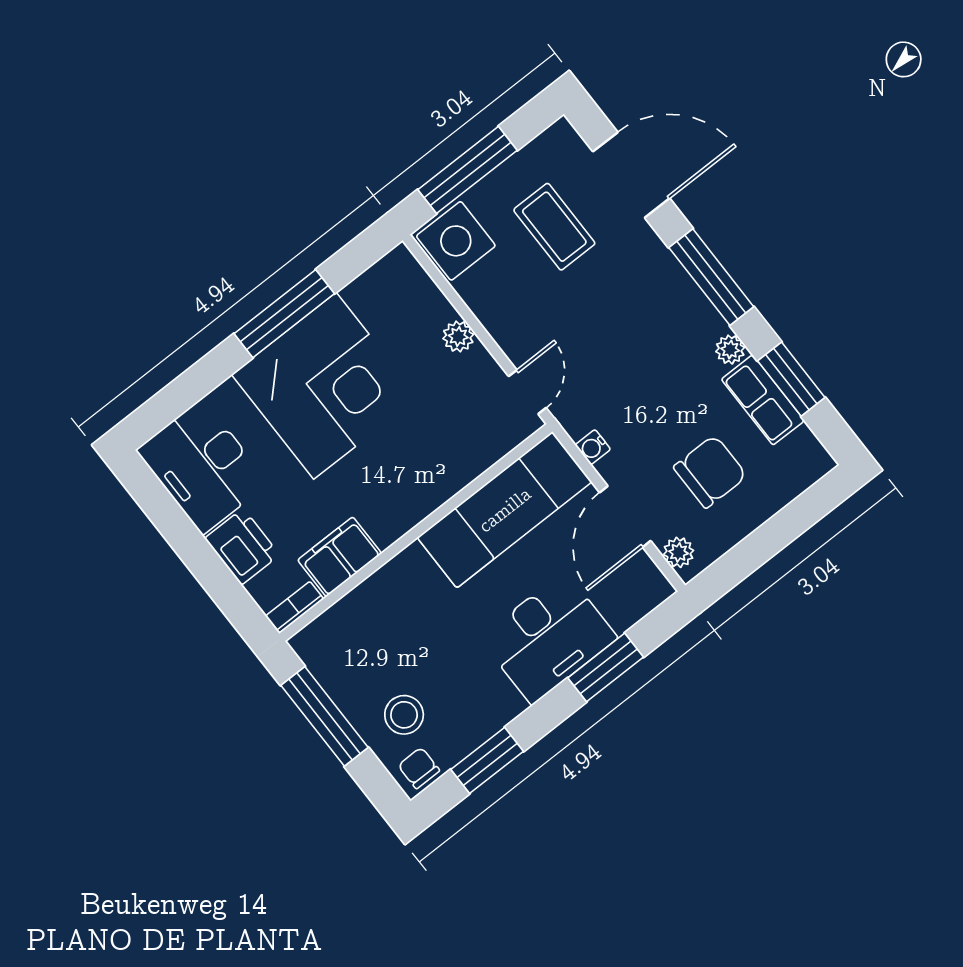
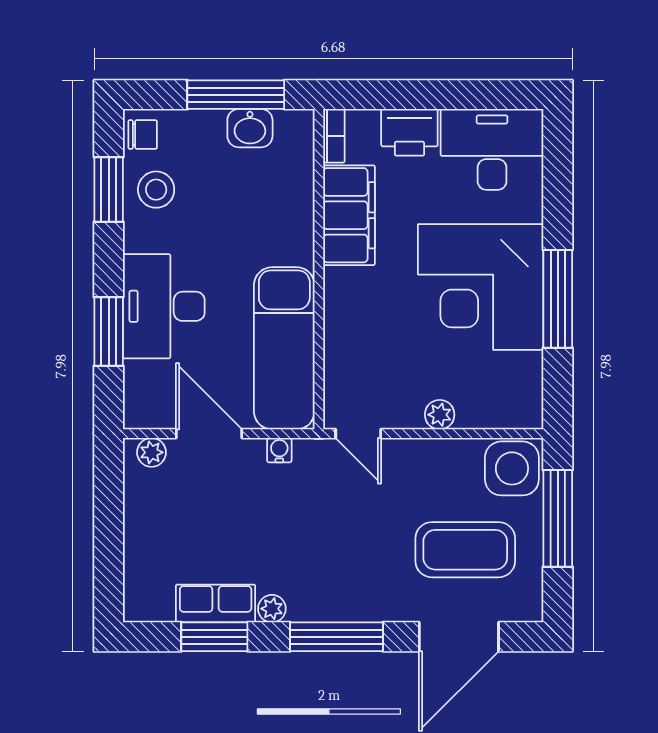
coffee table: (554, 227) -> (465, 550), width x1.36, depth x1.32
chair: (710, 472) -> (193, 523), removed
filing cabinet: (340, 557) -> (349, 215), width x1.50, depth x1.17
washbasin: (343, 683) -> (250, 128), added
stool: (404, 715) -> (156, 190), moved

